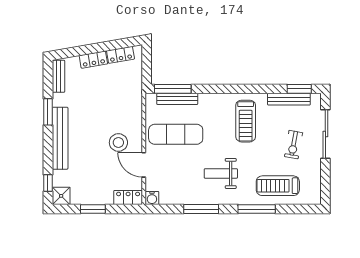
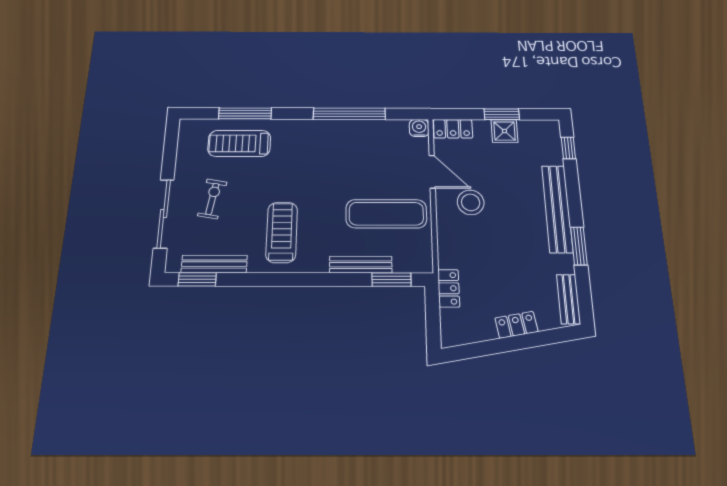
locker: (120, 55) -> (449, 288), moved, turned 100
window: (173, 89) -> (392, 280), width x0.69
bench: (177, 99) -> (361, 265), moved
weight bench: (221, 173) -> (321, 160), removed
treadmill: (278, 186) -> (239, 143), turned 180
shower: (61, 196) -> (504, 131), moved
window: (201, 209) -> (349, 114), width x1.46
window: (257, 209) -> (245, 113), moved

